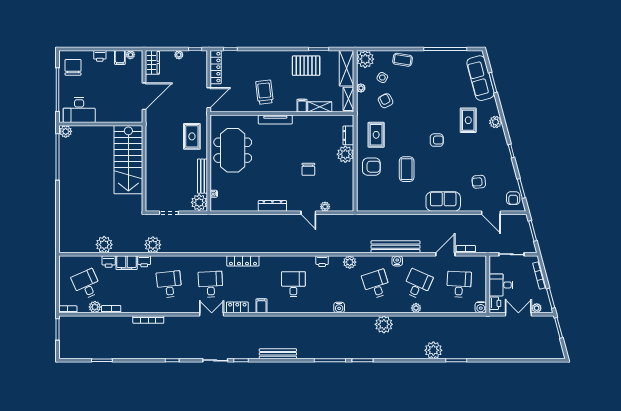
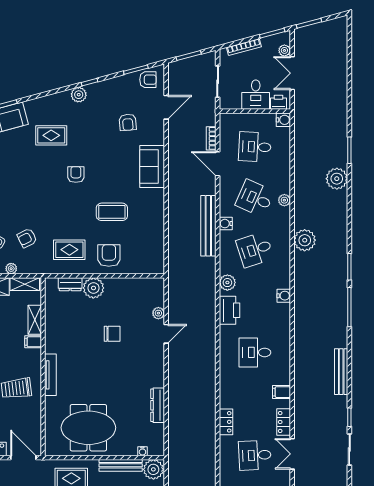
plant: (496, 122) -> (79, 95), moved
dresser: (272, 206) -> (158, 405), moved
locker: (243, 261) -> (226, 422), width x0.66
printer: (322, 261) -> (230, 310), width x1.87, depth x1.48

